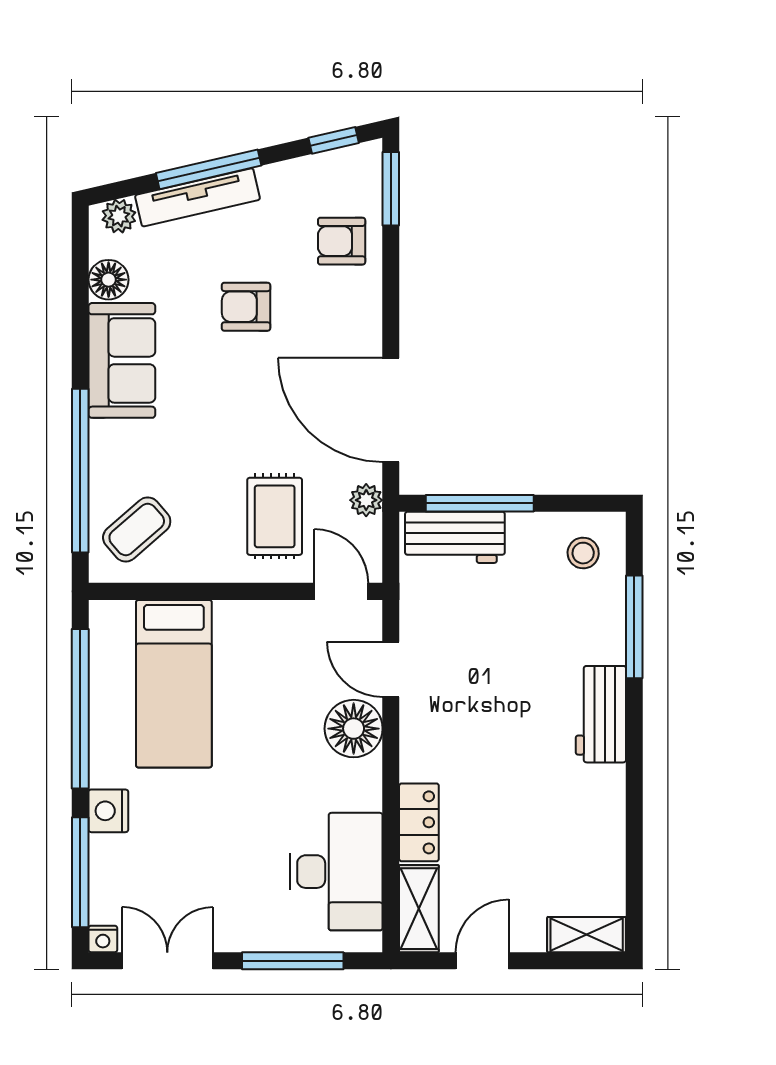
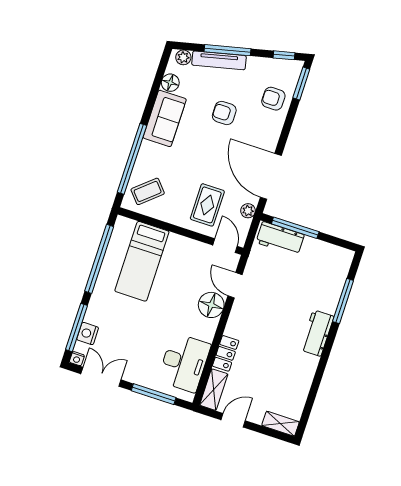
stool: (583, 553) -> (332, 263), removed
nightstand: (108, 811) -> (88, 334), moved

